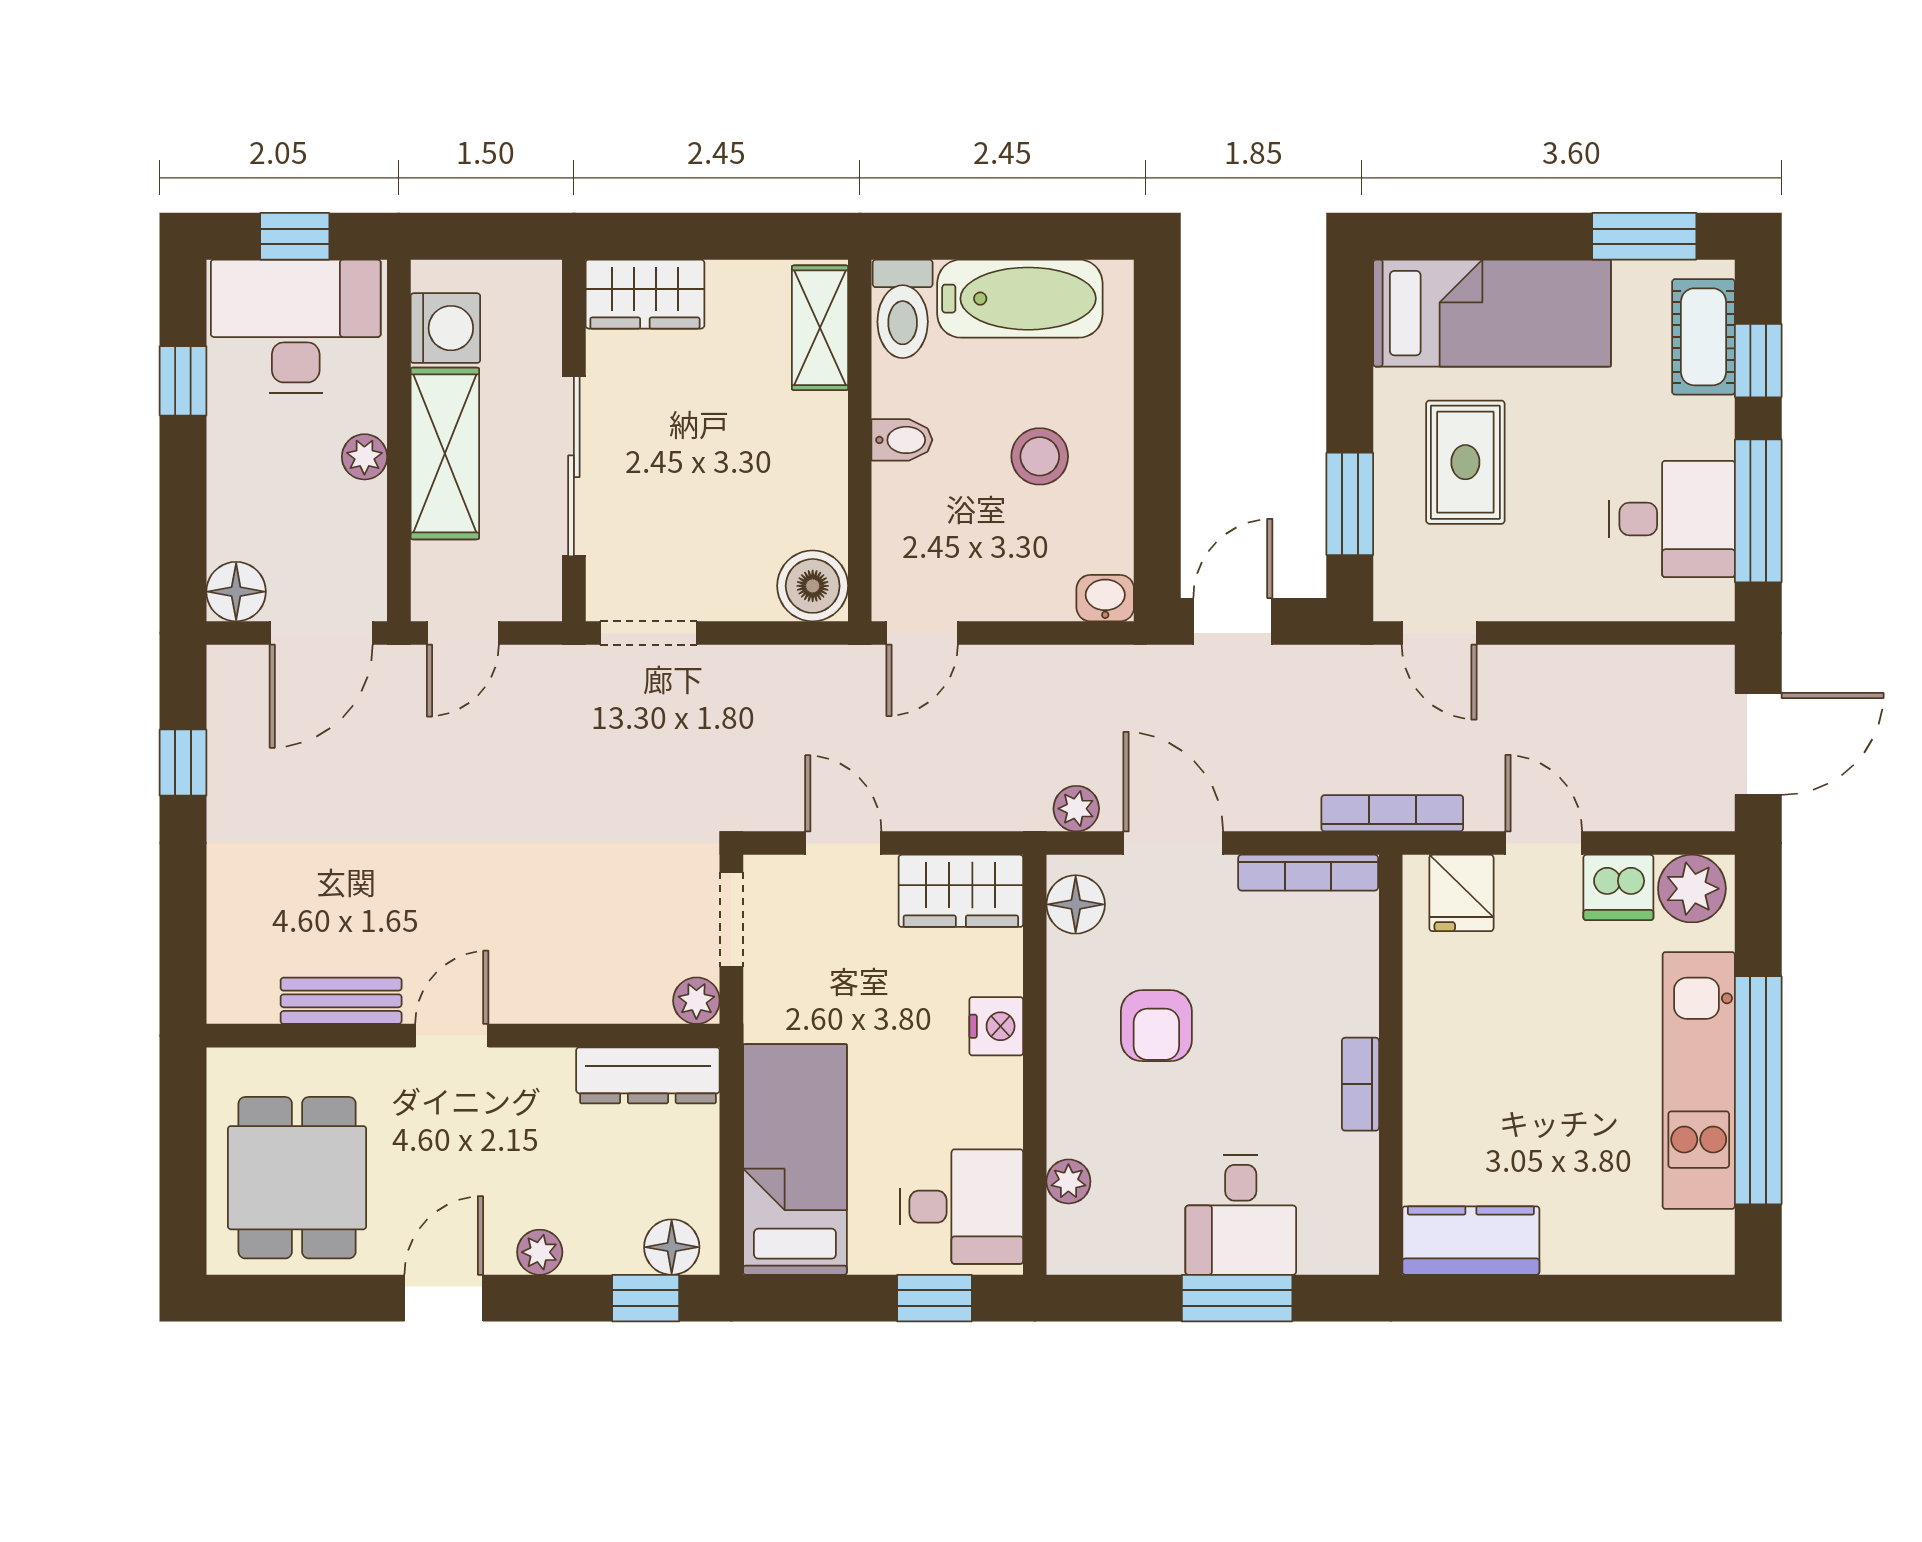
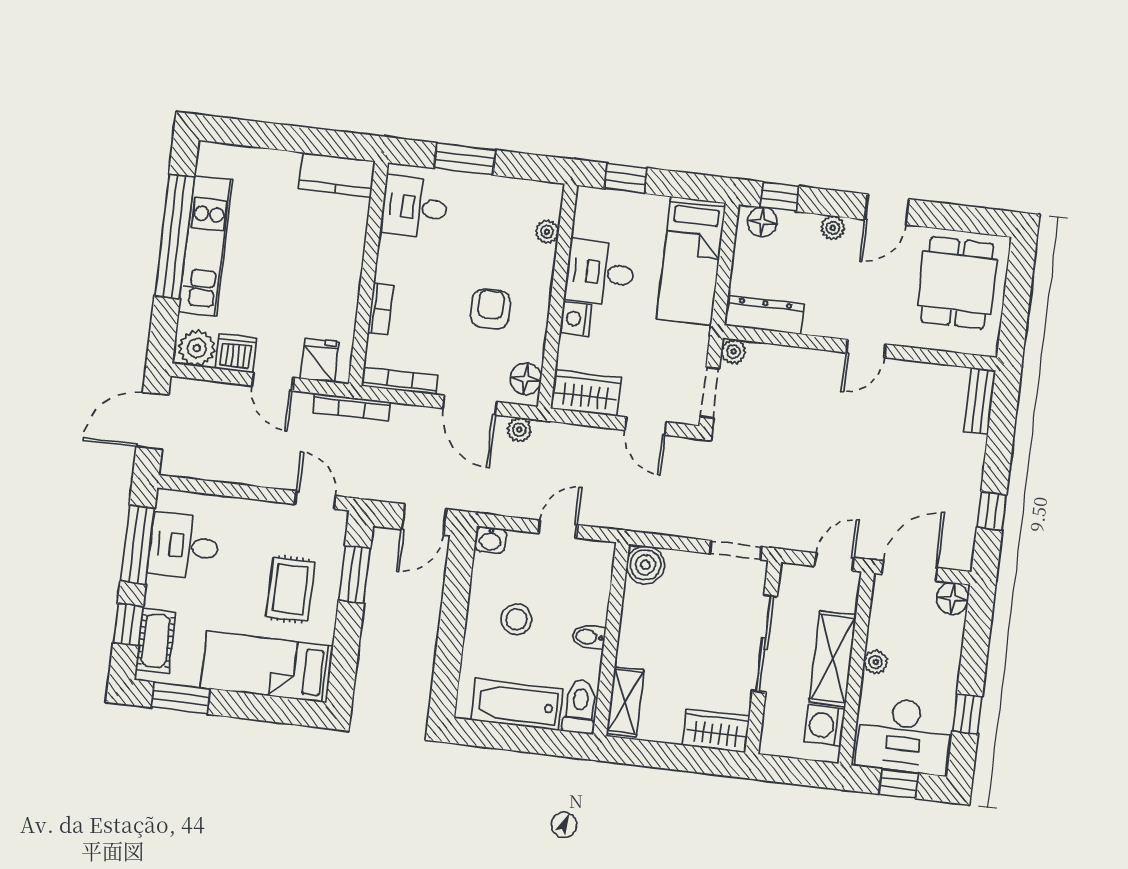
door: (922, 633) -> (558, 529), moved
bench: (341, 1001) -> (980, 401), moved, turned 90
bookcase: (1360, 1084) -> (380, 309), moved
desk: (961, 1207) -> (600, 273), moved
desk: (1241, 1215) -> (415, 207), moved, turned -90

